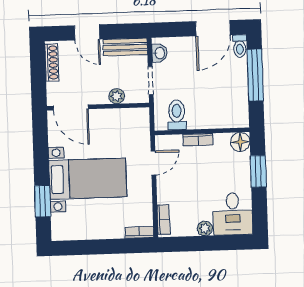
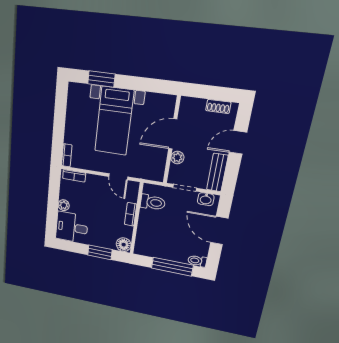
door: (213, 28) -> (219, 230), moved
shoe rack: (52, 63) -> (218, 106), width x0.70
door: (71, 108) -> (173, 134), moved

